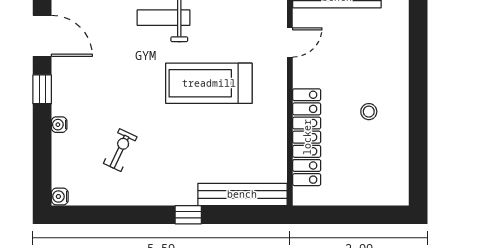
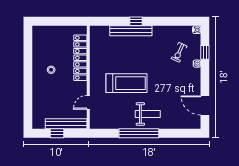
window: (42, 89) -> (205, 52), moved
exercise bike: (120, 150) -> (179, 52), moved
bench: (242, 194) -> (131, 31), moved

